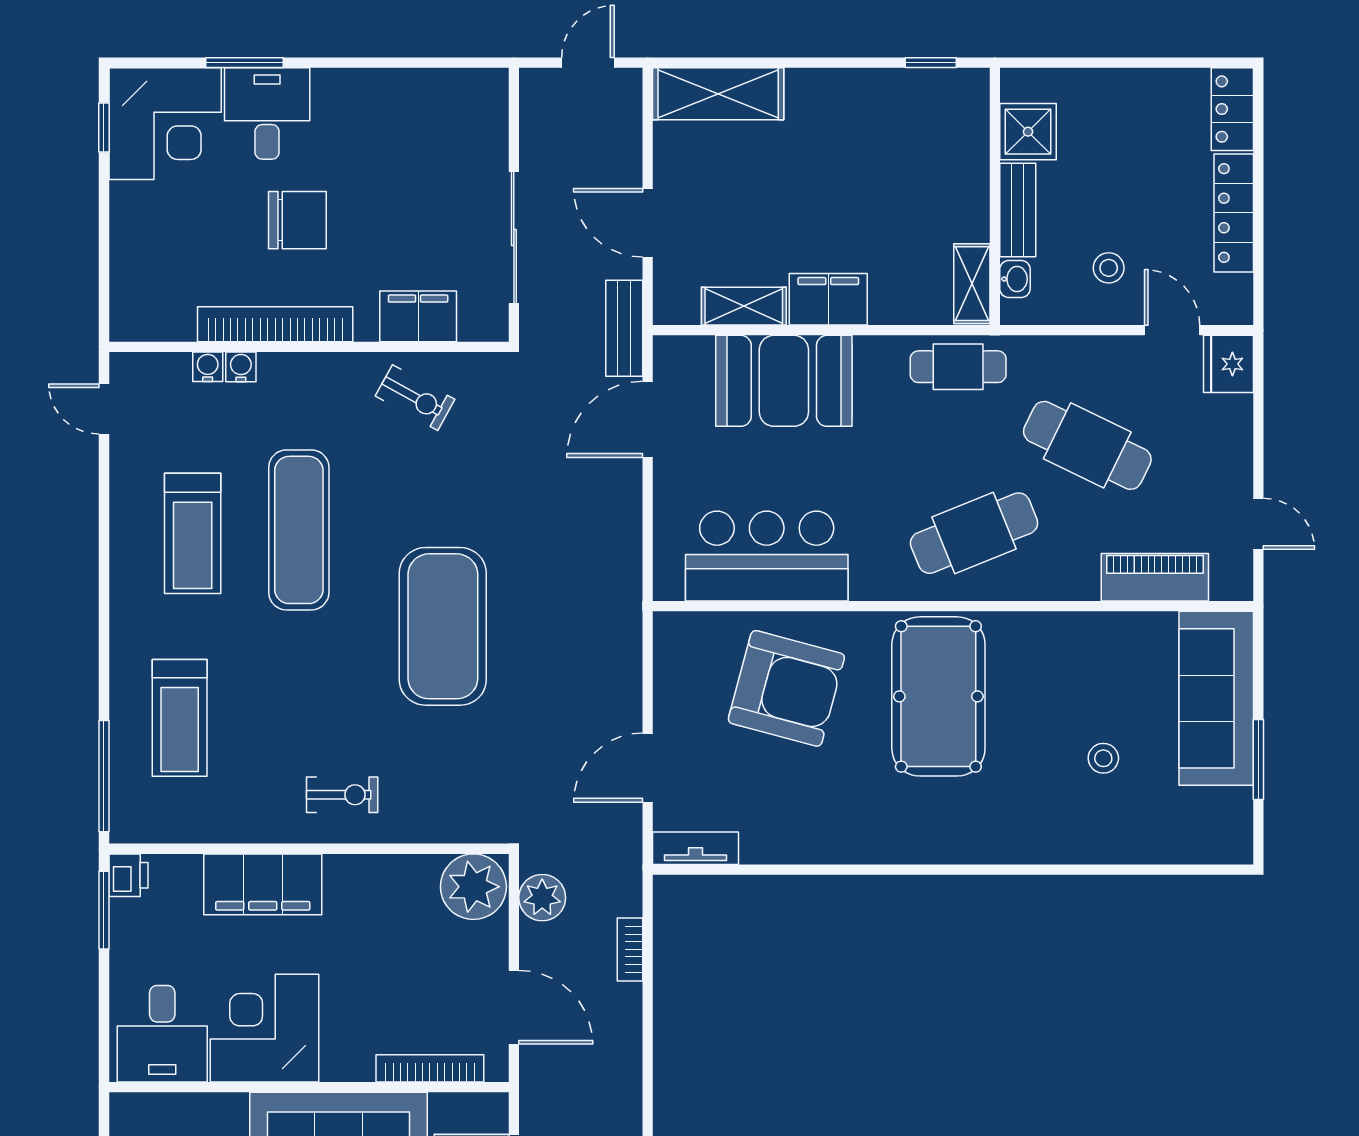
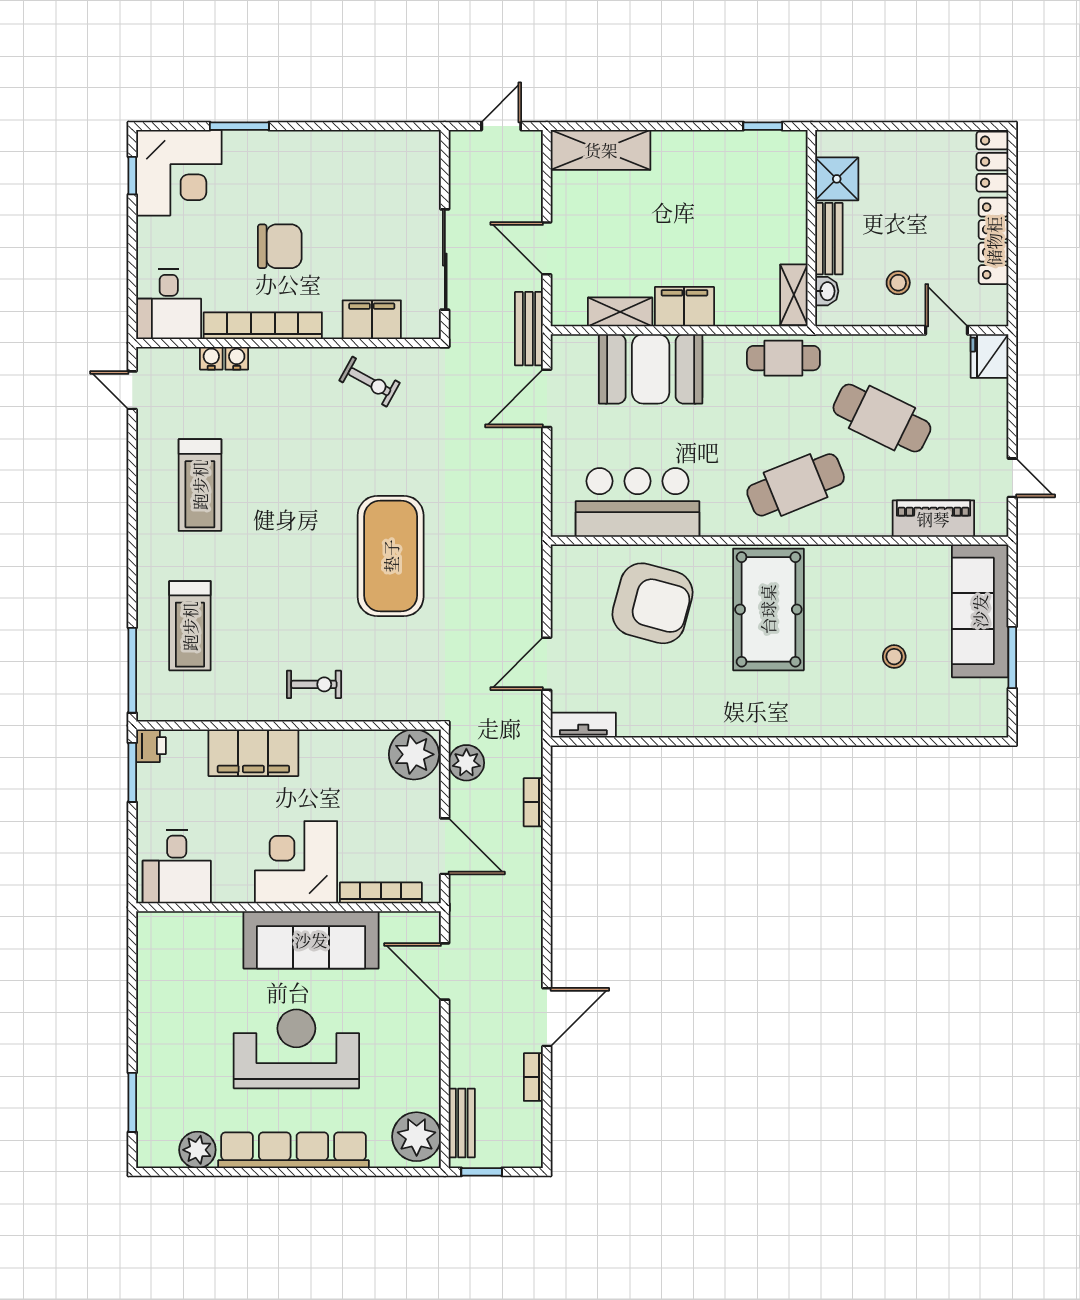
desk: (267, 113) -> (169, 304), moved, turned 180
exercise mat: (299, 530) -> (281, 483), removed
corner desk: (265, 1028) -> (296, 862), moved

